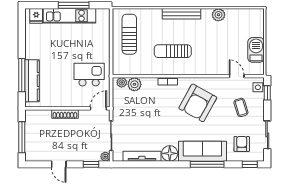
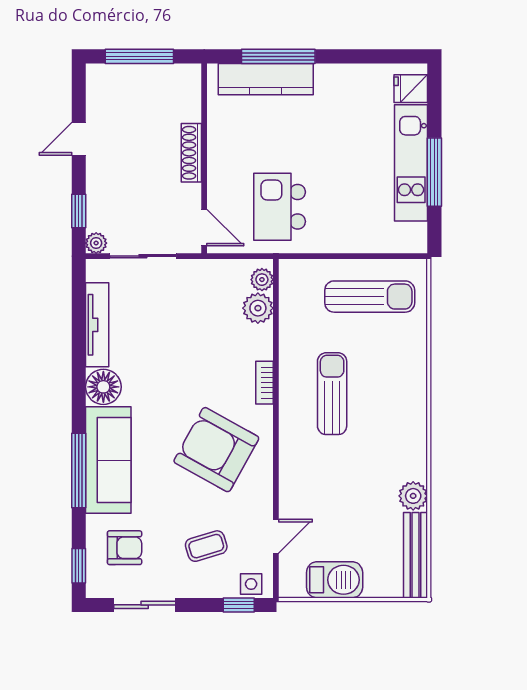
bench: (182, 14) -> (416, 555), moved
kitchen island: (89, 75) -> (280, 207), turned 180

